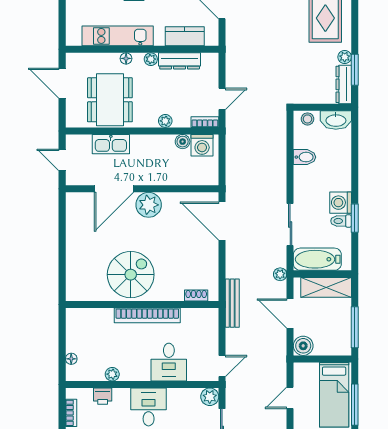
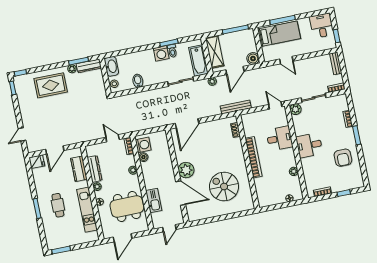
spiral stairs: (131, 275) -> (224, 187), moved
printer: (103, 396) -> (308, 175), removed

